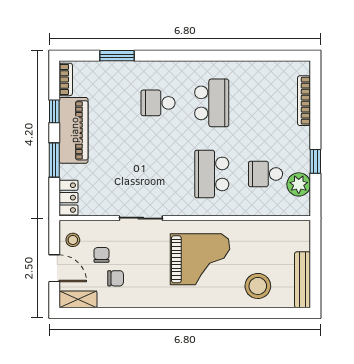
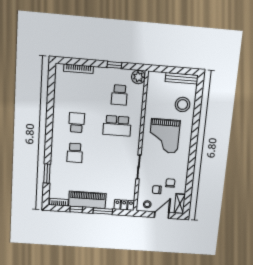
school desk: (212, 103) -> (77, 123), width x0.54
plant: (299, 184) -> (138, 77), moved
grand piano: (200, 259) -> (164, 136), turned 180

